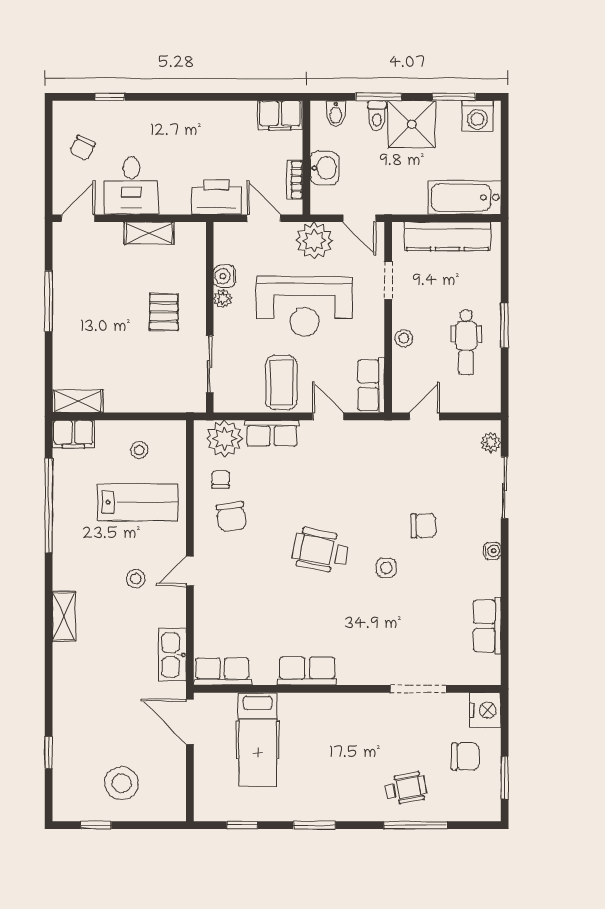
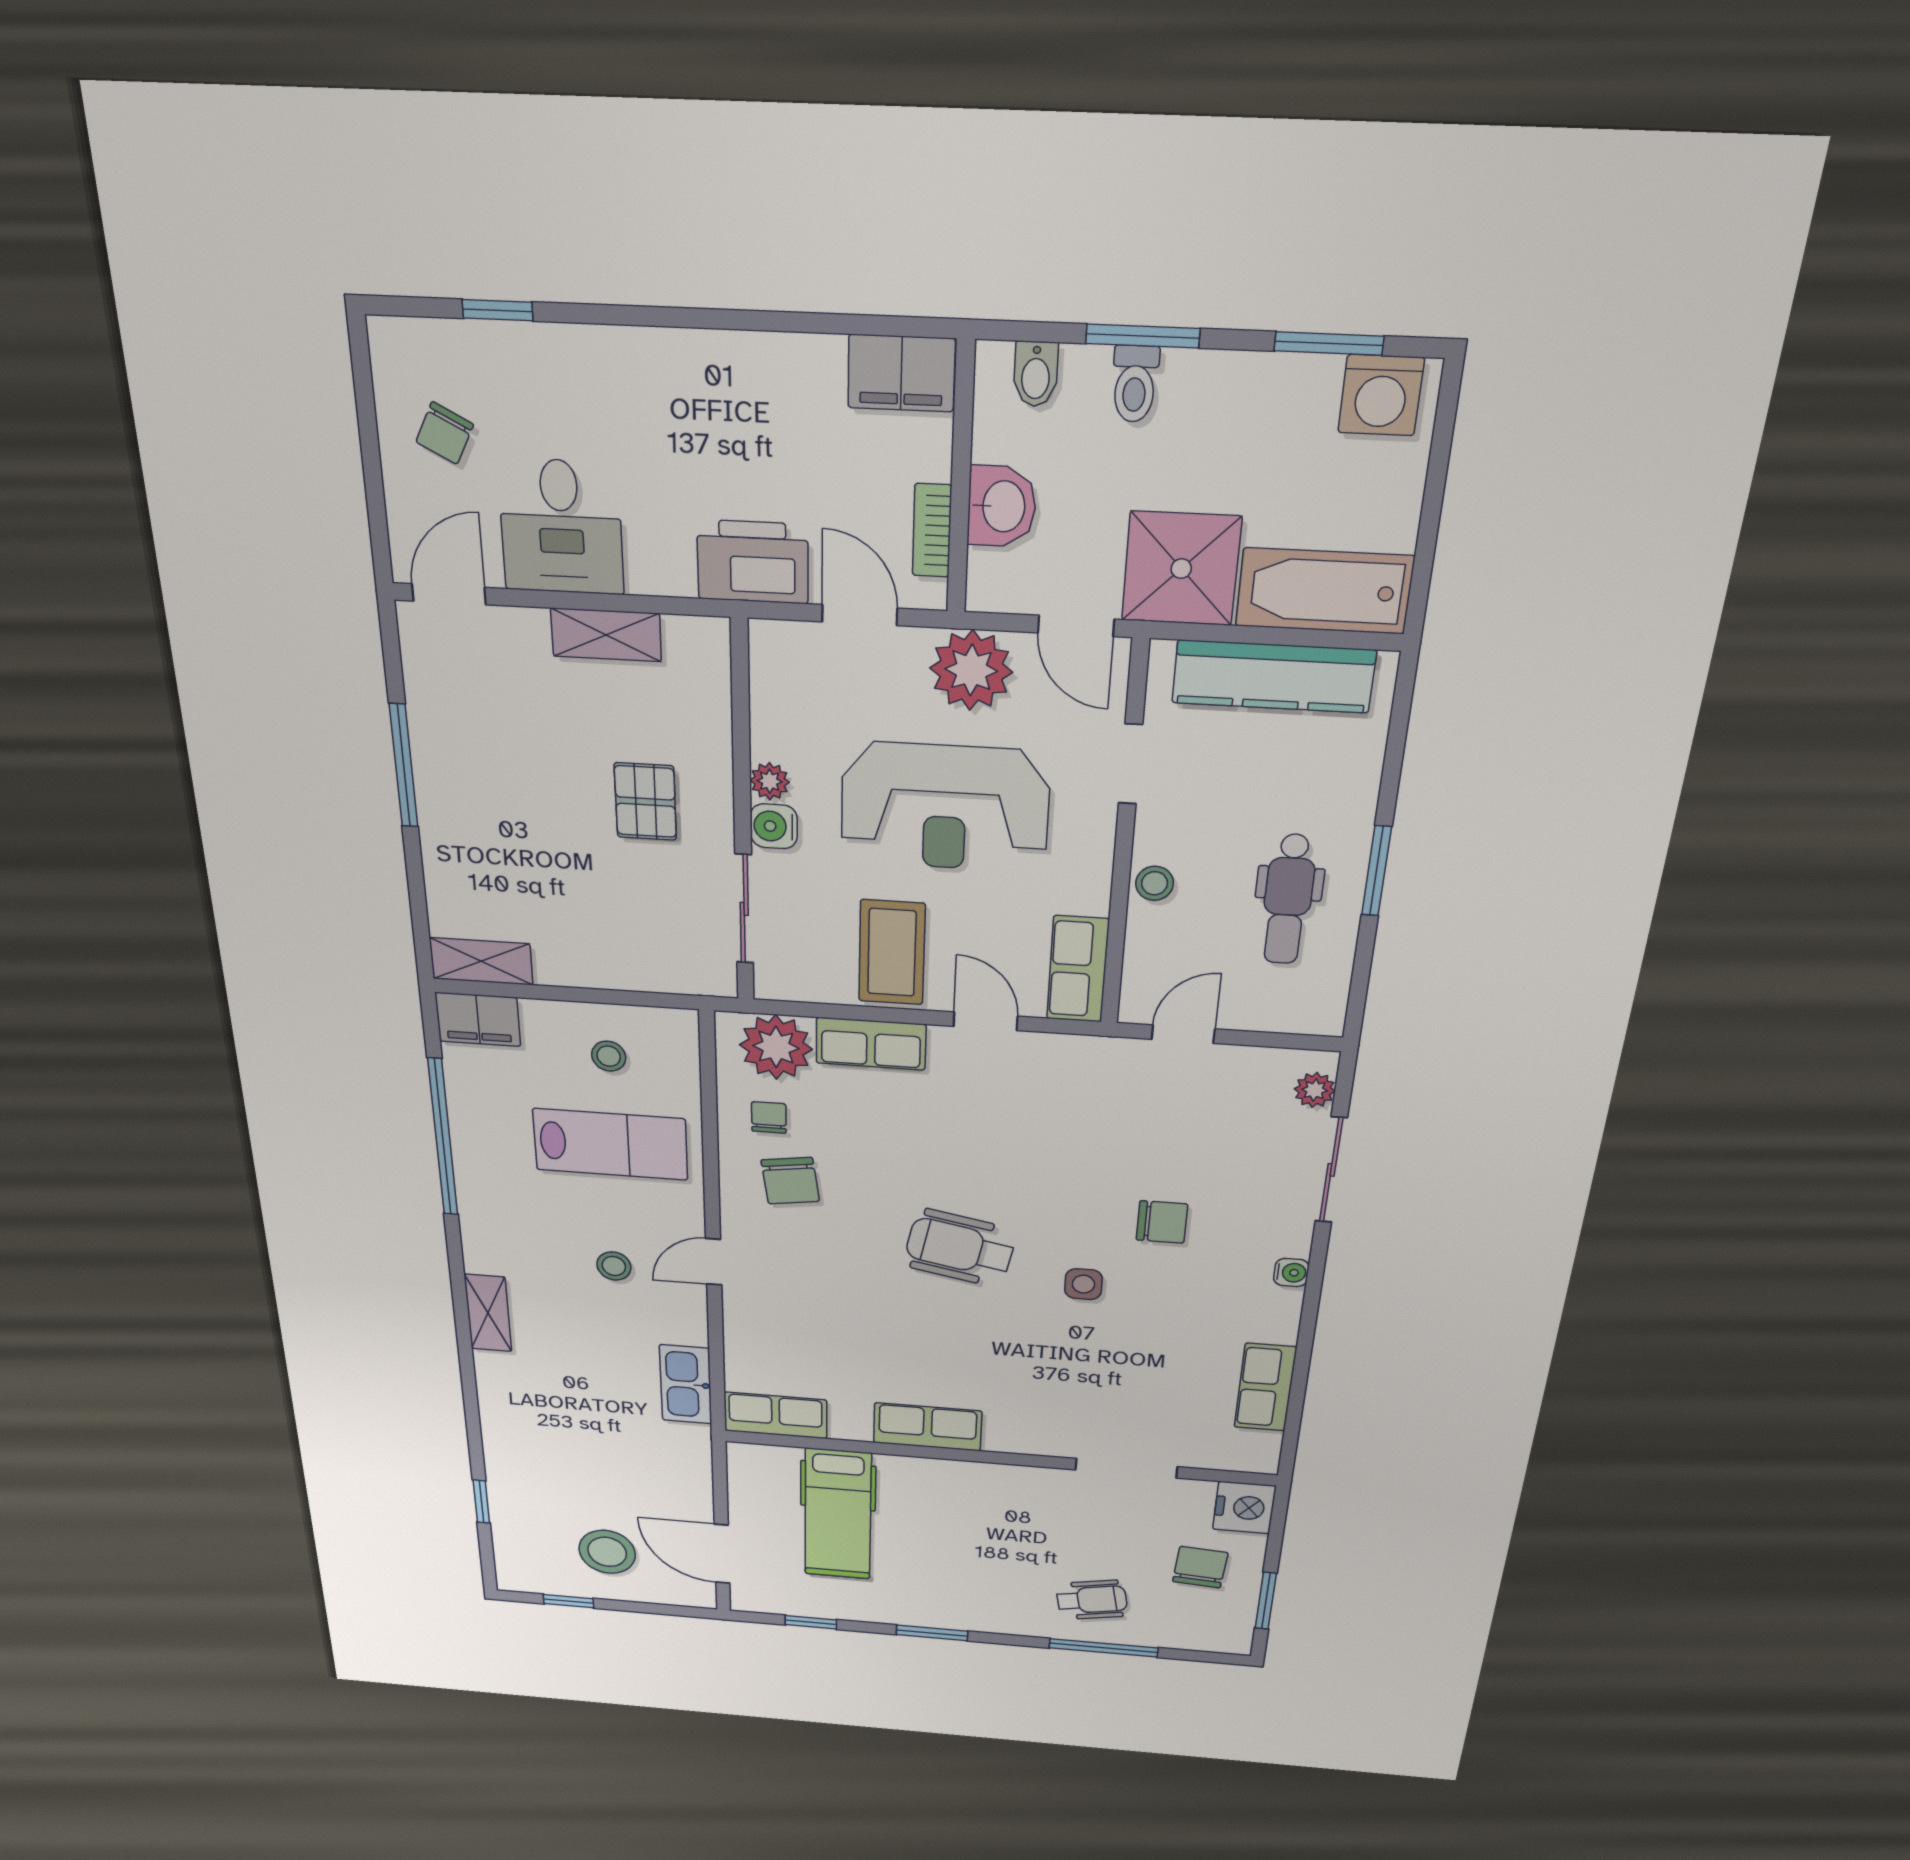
shower: (412, 124) -> (1181, 569), moved
water cooler: (224, 276) -> (774, 826), moved
door: (190, 722) -> (722, 1554), moved
chair: (465, 756) -> (1200, 1567), turned -86

